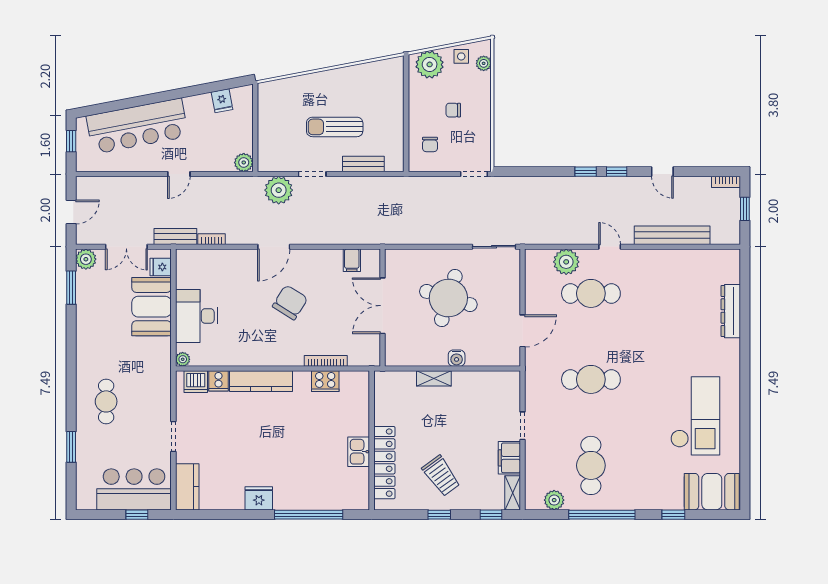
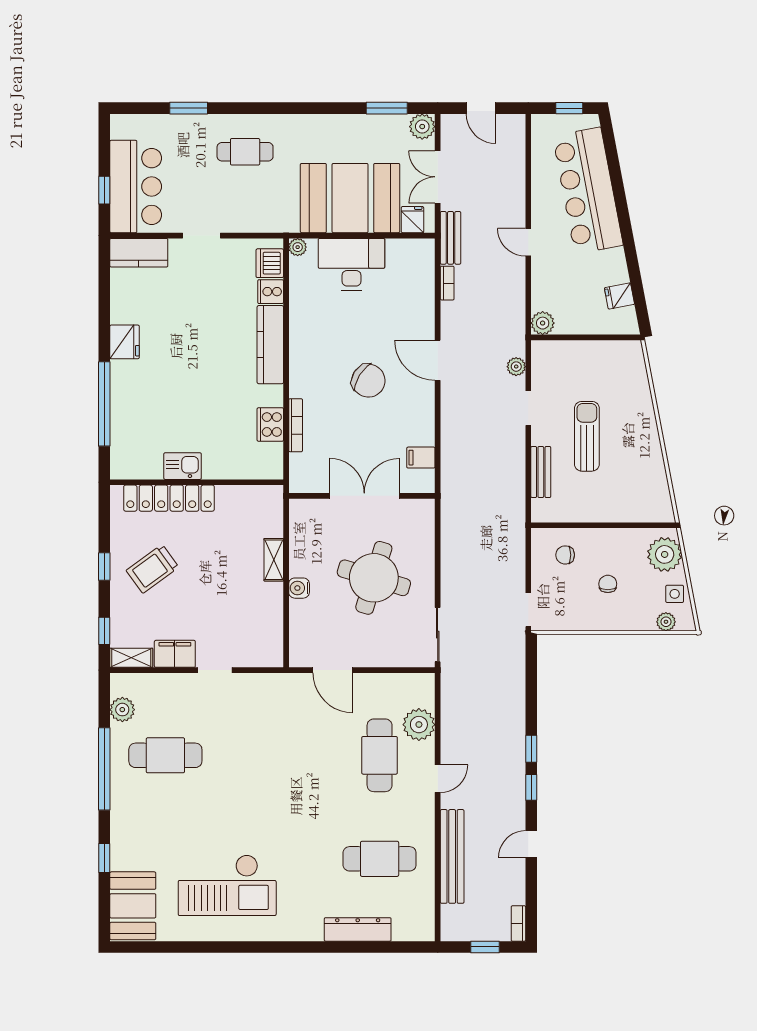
plant: (279, 190) -> (516, 367), width x0.53, depth x0.53
booth: (152, 307) -> (350, 198), width x1.36, depth x1.42
cafe table: (591, 379) -> (380, 859), moved, turned 90

